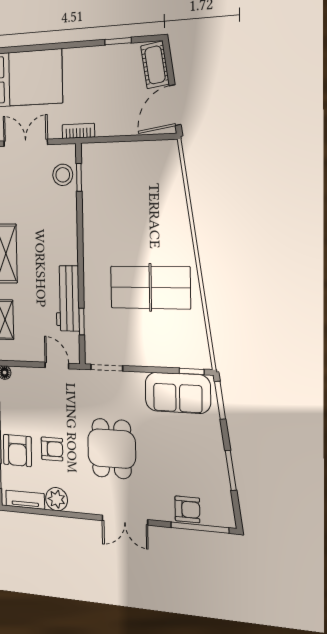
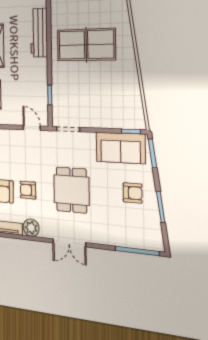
table tennis table: (150, 287) -> (86, 45), moved
workbench: (68, 298) -> (39, 33), moved
armchair: (52, 449) -> (28, 190), turned 180
armchair: (187, 509) -> (133, 193), moved
double door: (125, 520) -> (69, 243), moved

